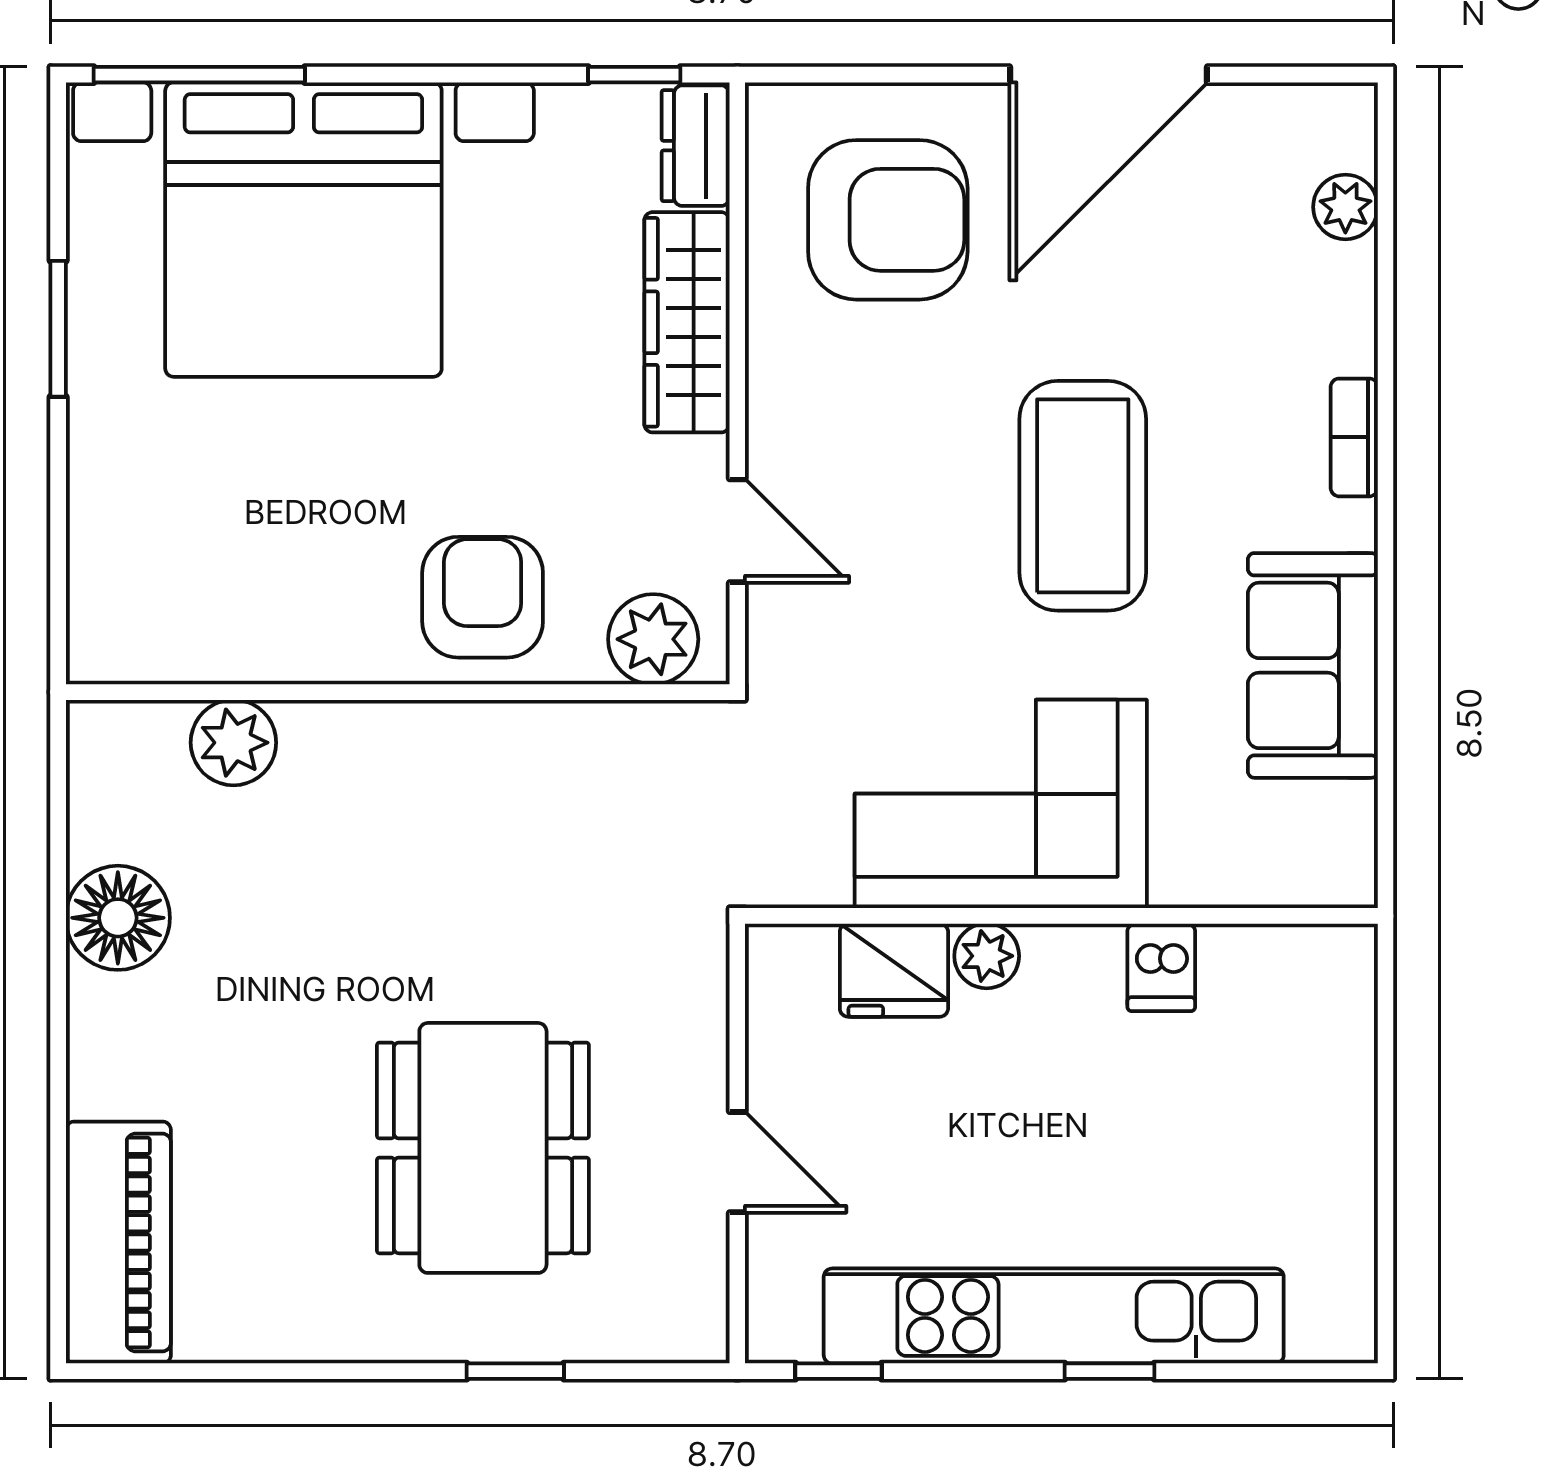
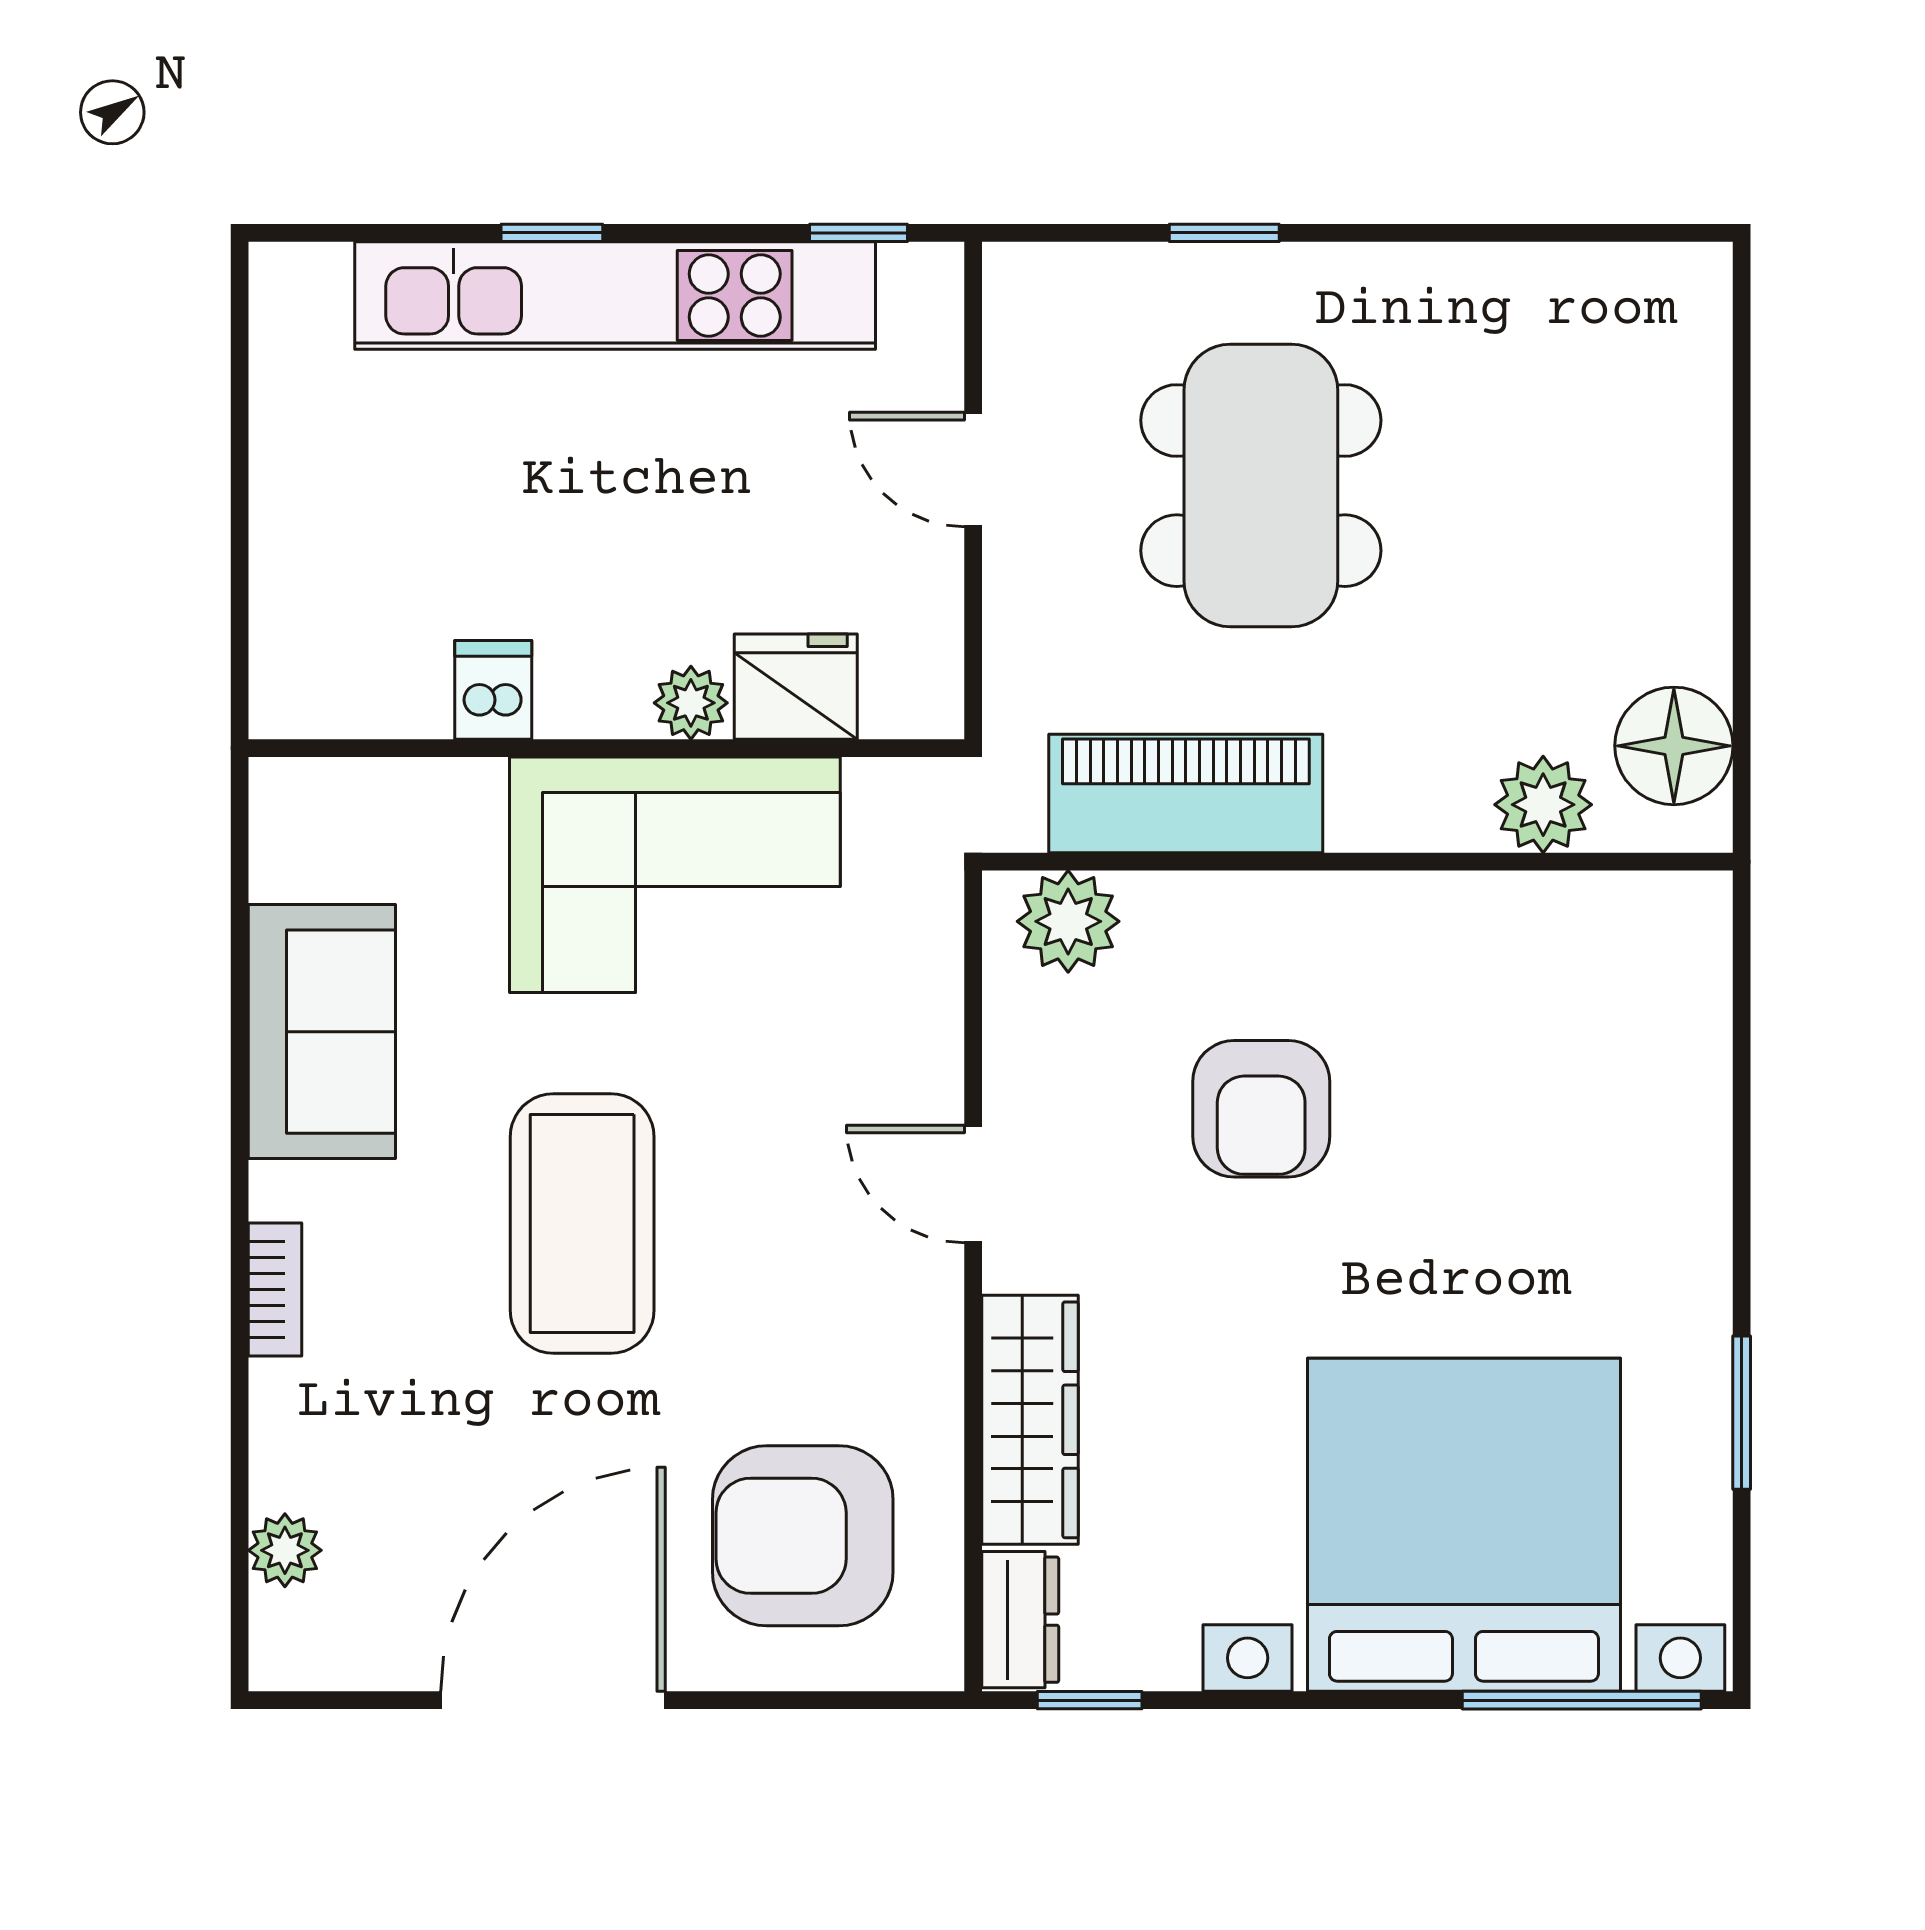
plant: (653, 639) -> (1068, 921), moved
wall: (398, 692) -> (1357, 862), moved
plant: (233, 743) -> (1543, 805), moved
piano: (118, 1242) -> (1186, 793), moved, turned 90

